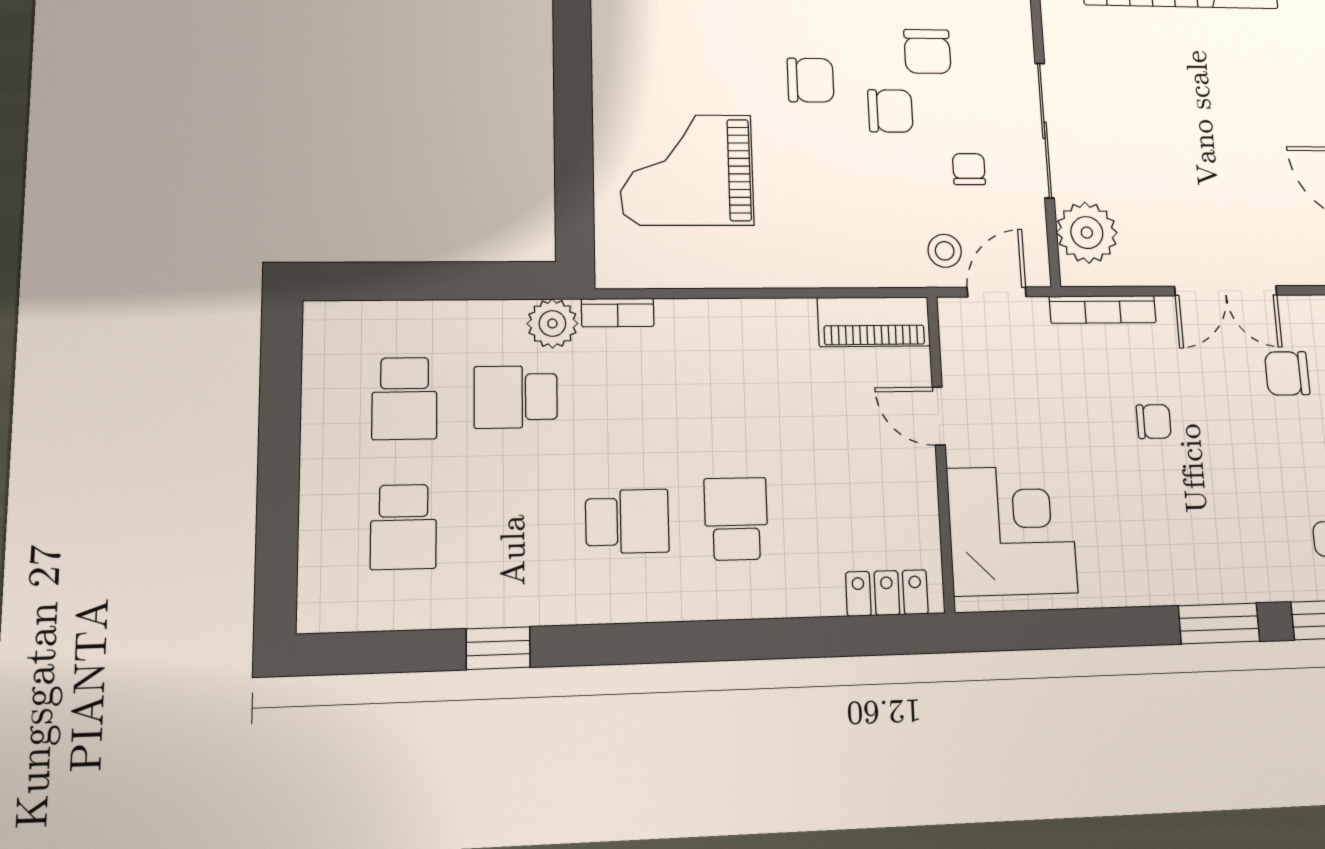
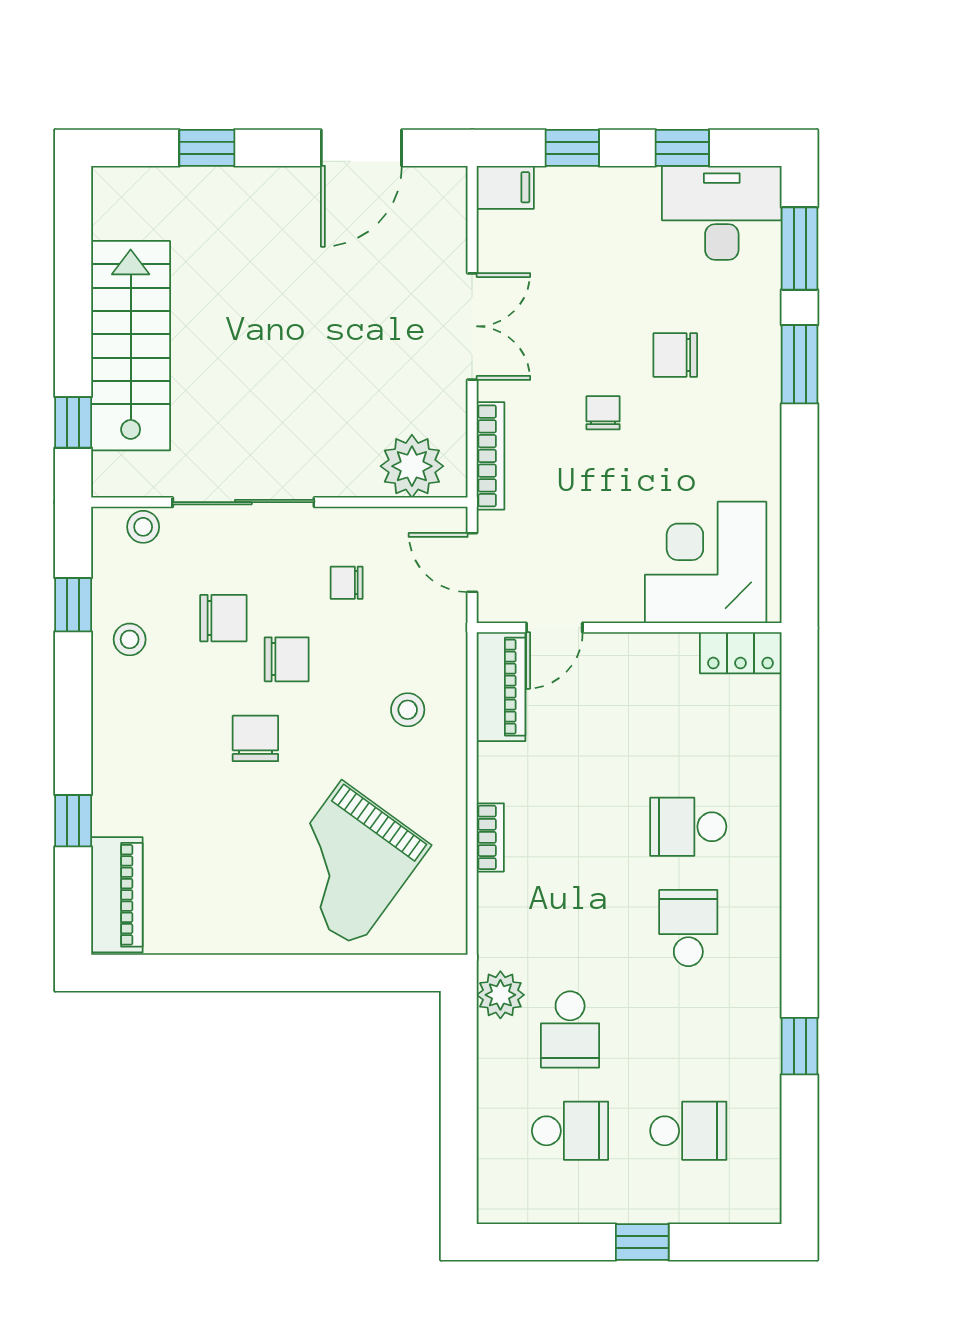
chair: (890, 111) -> (287, 659), turned 90
sliding door: (1045, 130) -> (243, 502), moved
grand piano: (686, 170) -> (349, 864), turned 36
stool: (945, 251) -> (408, 710), moved
bookcase: (618, 313) -> (490, 837), moved
chair: (1287, 373) -> (675, 355), moved, turned 90
door: (939, 416) -> (554, 628), moved
window: (278, 479) -> (642, 1242), added
locker: (887, 593) -> (740, 653), moved, turned -90

